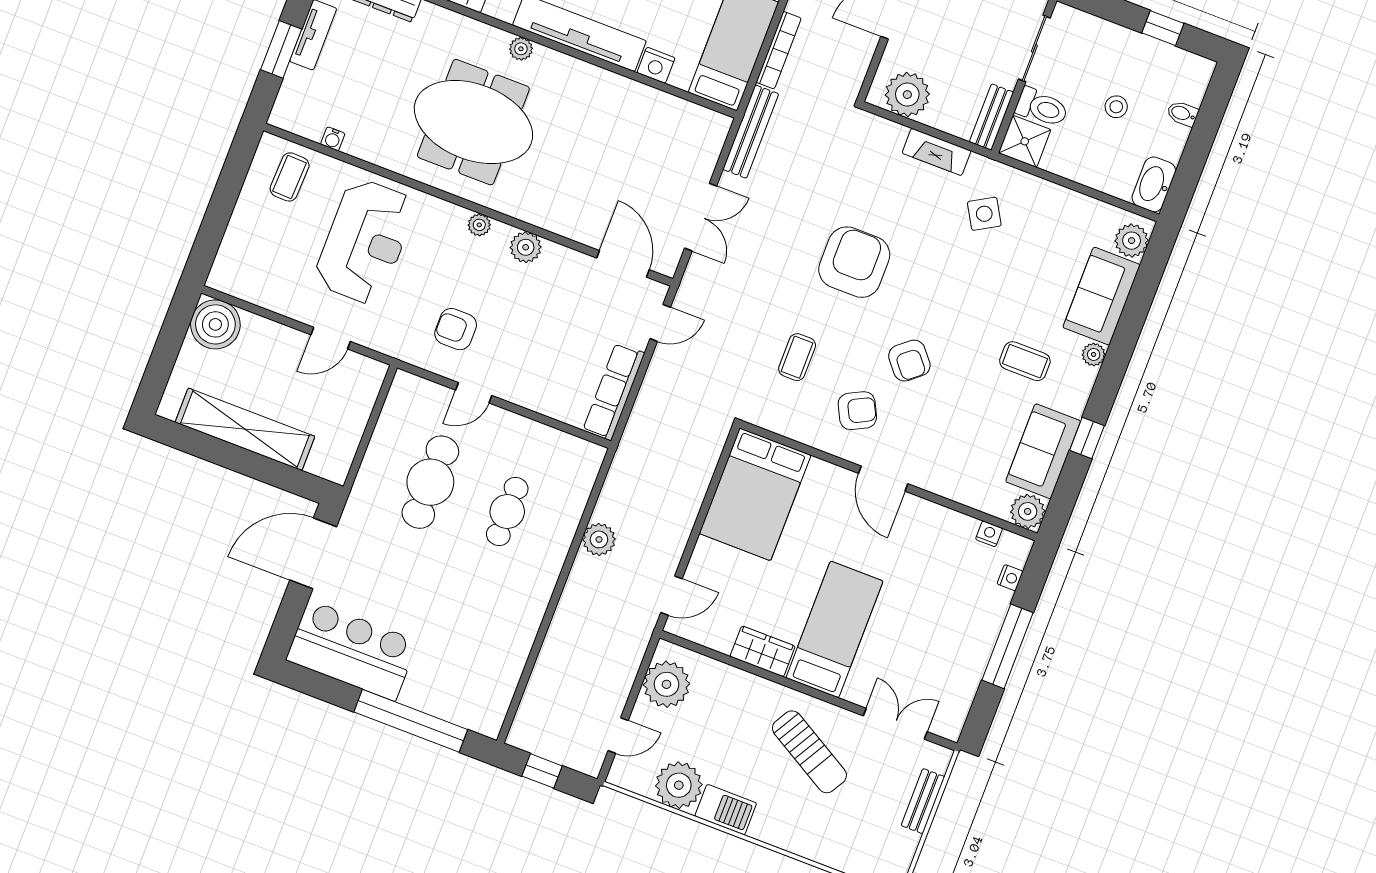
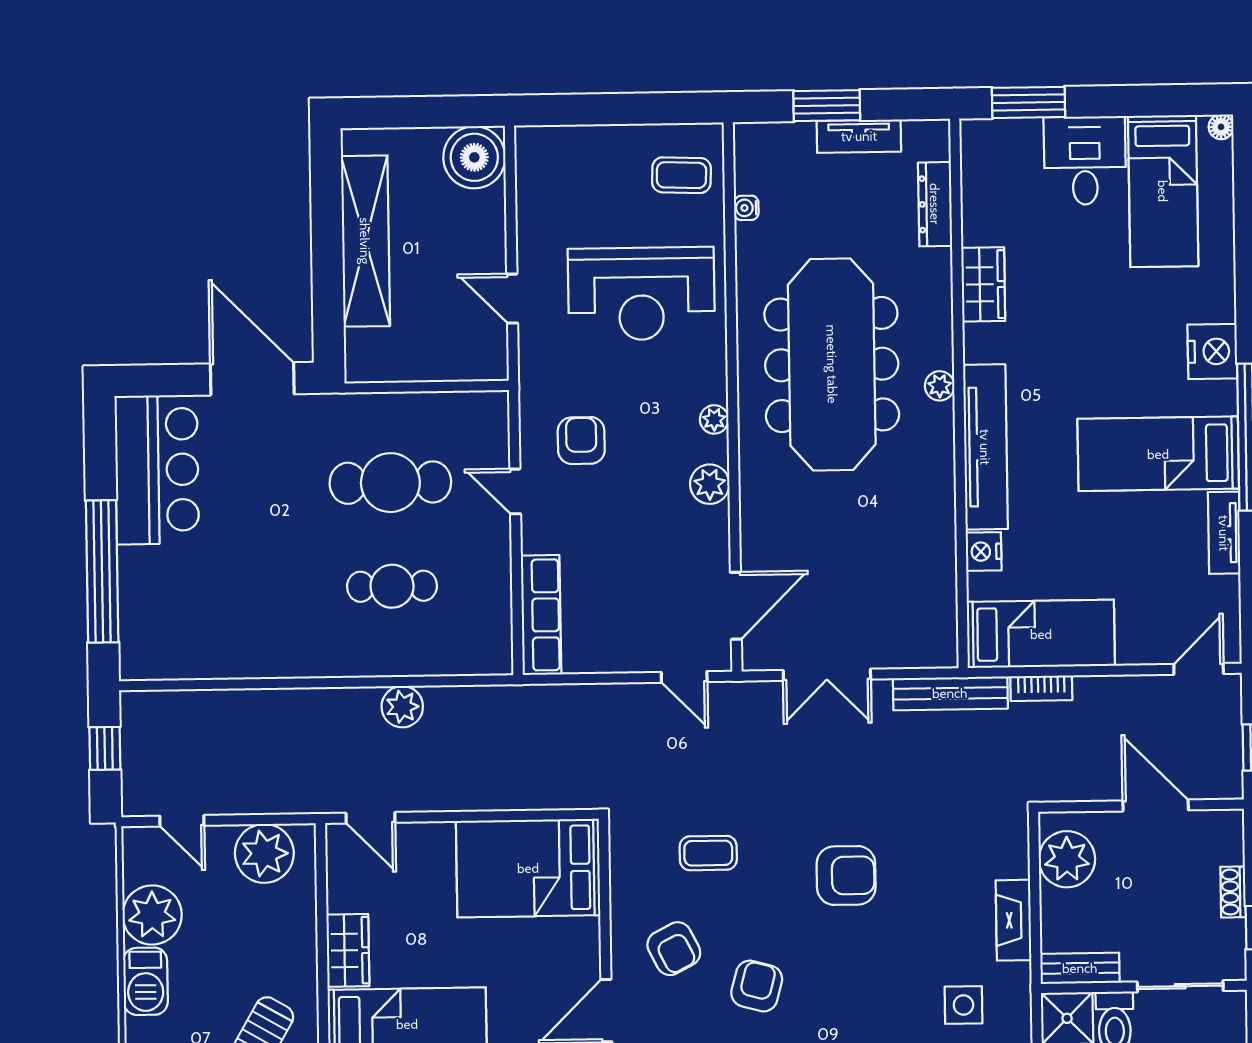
bookcase: (779, 50) -> (1041, 688), width x0.64
meeting table: (473, 122) -> (832, 364), width x1.36
side table: (984, 214) -> (963, 1005), turned 30
armchair: (854, 262) -> (846, 875), width x0.73, depth x0.73
armchair: (909, 361) -> (757, 986), turned 145
row of seats: (614, 392) -> (541, 615), moved, turned 90

